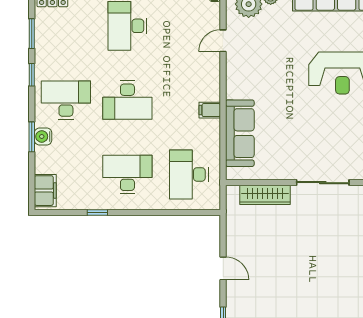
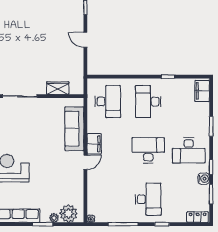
door: (223, 41) -> (85, 162), moved
filing cabinet: (210, 110) -> (94, 144), width x2.00
water cooler: (43, 136) -> (204, 179), moved
desk: (127, 174) -> (148, 102), turned 90
wardrobe: (265, 195) -> (58, 88), width x0.67

